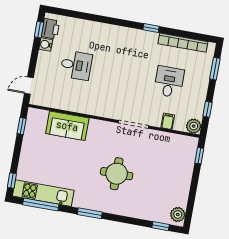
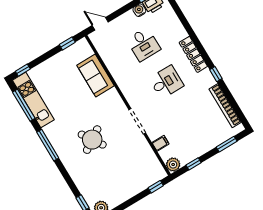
locker: (119, 32) -> (193, 54), added
desk: (169, 82) -> (166, 82), moved
round table: (117, 174) -> (92, 140), turned -33
window: (90, 213) -> (48, 145), width x1.44

